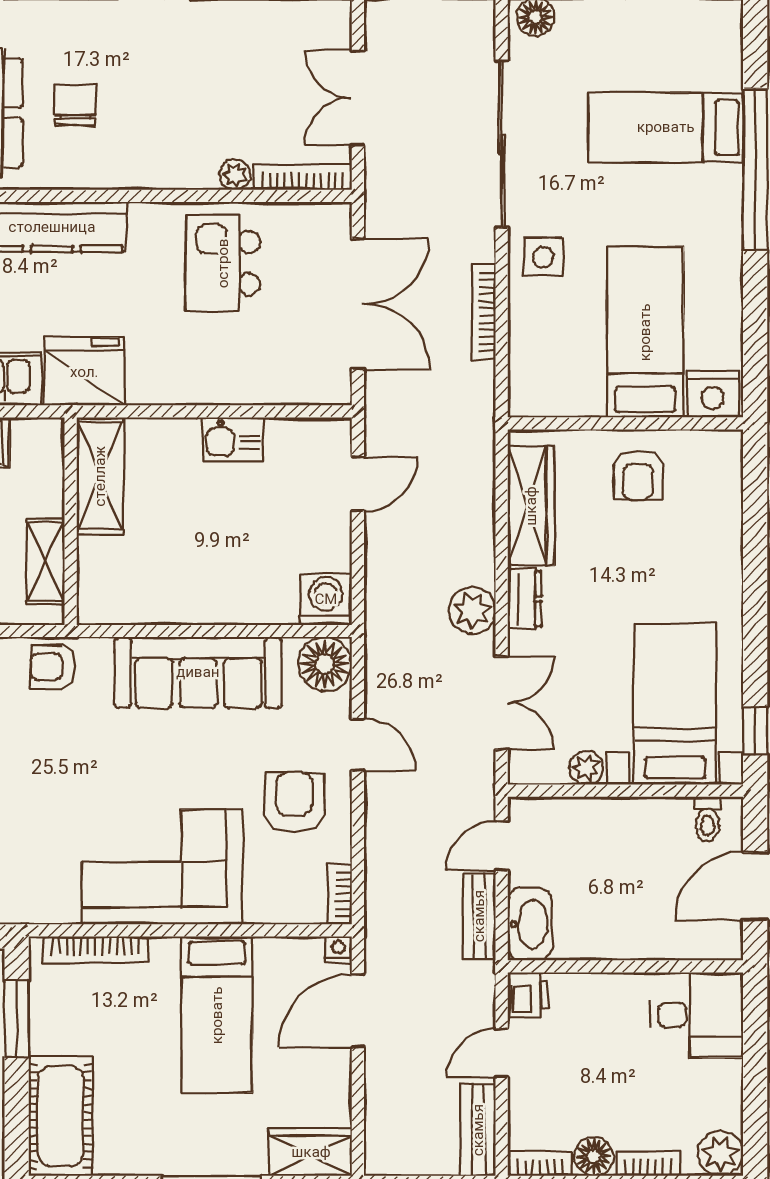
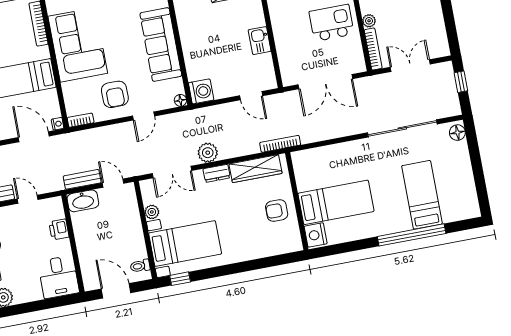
side table: (543, 257) -> (359, 154), removed
bookcase: (483, 312) -> (280, 144), moved
floor lamp: (325, 664) -> (180, 100), width x0.53, depth x0.53
armchair: (295, 802) -> (115, 94), turned 90
printer: (528, 995) -> (59, 229), moved, turned 90

